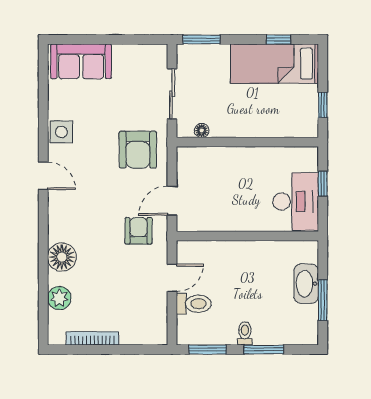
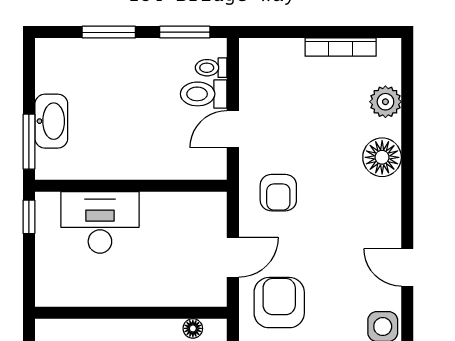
window: (323, 184) -> (29, 217), moved
door: (172, 201) -> (233, 257), moved
desk: (296, 202) -> (100, 222), moved, turned 90
window: (323, 300) -> (29, 142), moved
toilet: (245, 333) -> (211, 68), moved, turned 90

